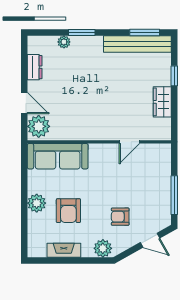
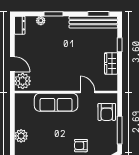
dresser: (35, 67) -> (20, 25), moved
door: (129, 142) -> (87, 92), swing flipped
sofa: (58, 156) -> (56, 102), moved
armchair: (68, 211) -> (107, 112), moved

